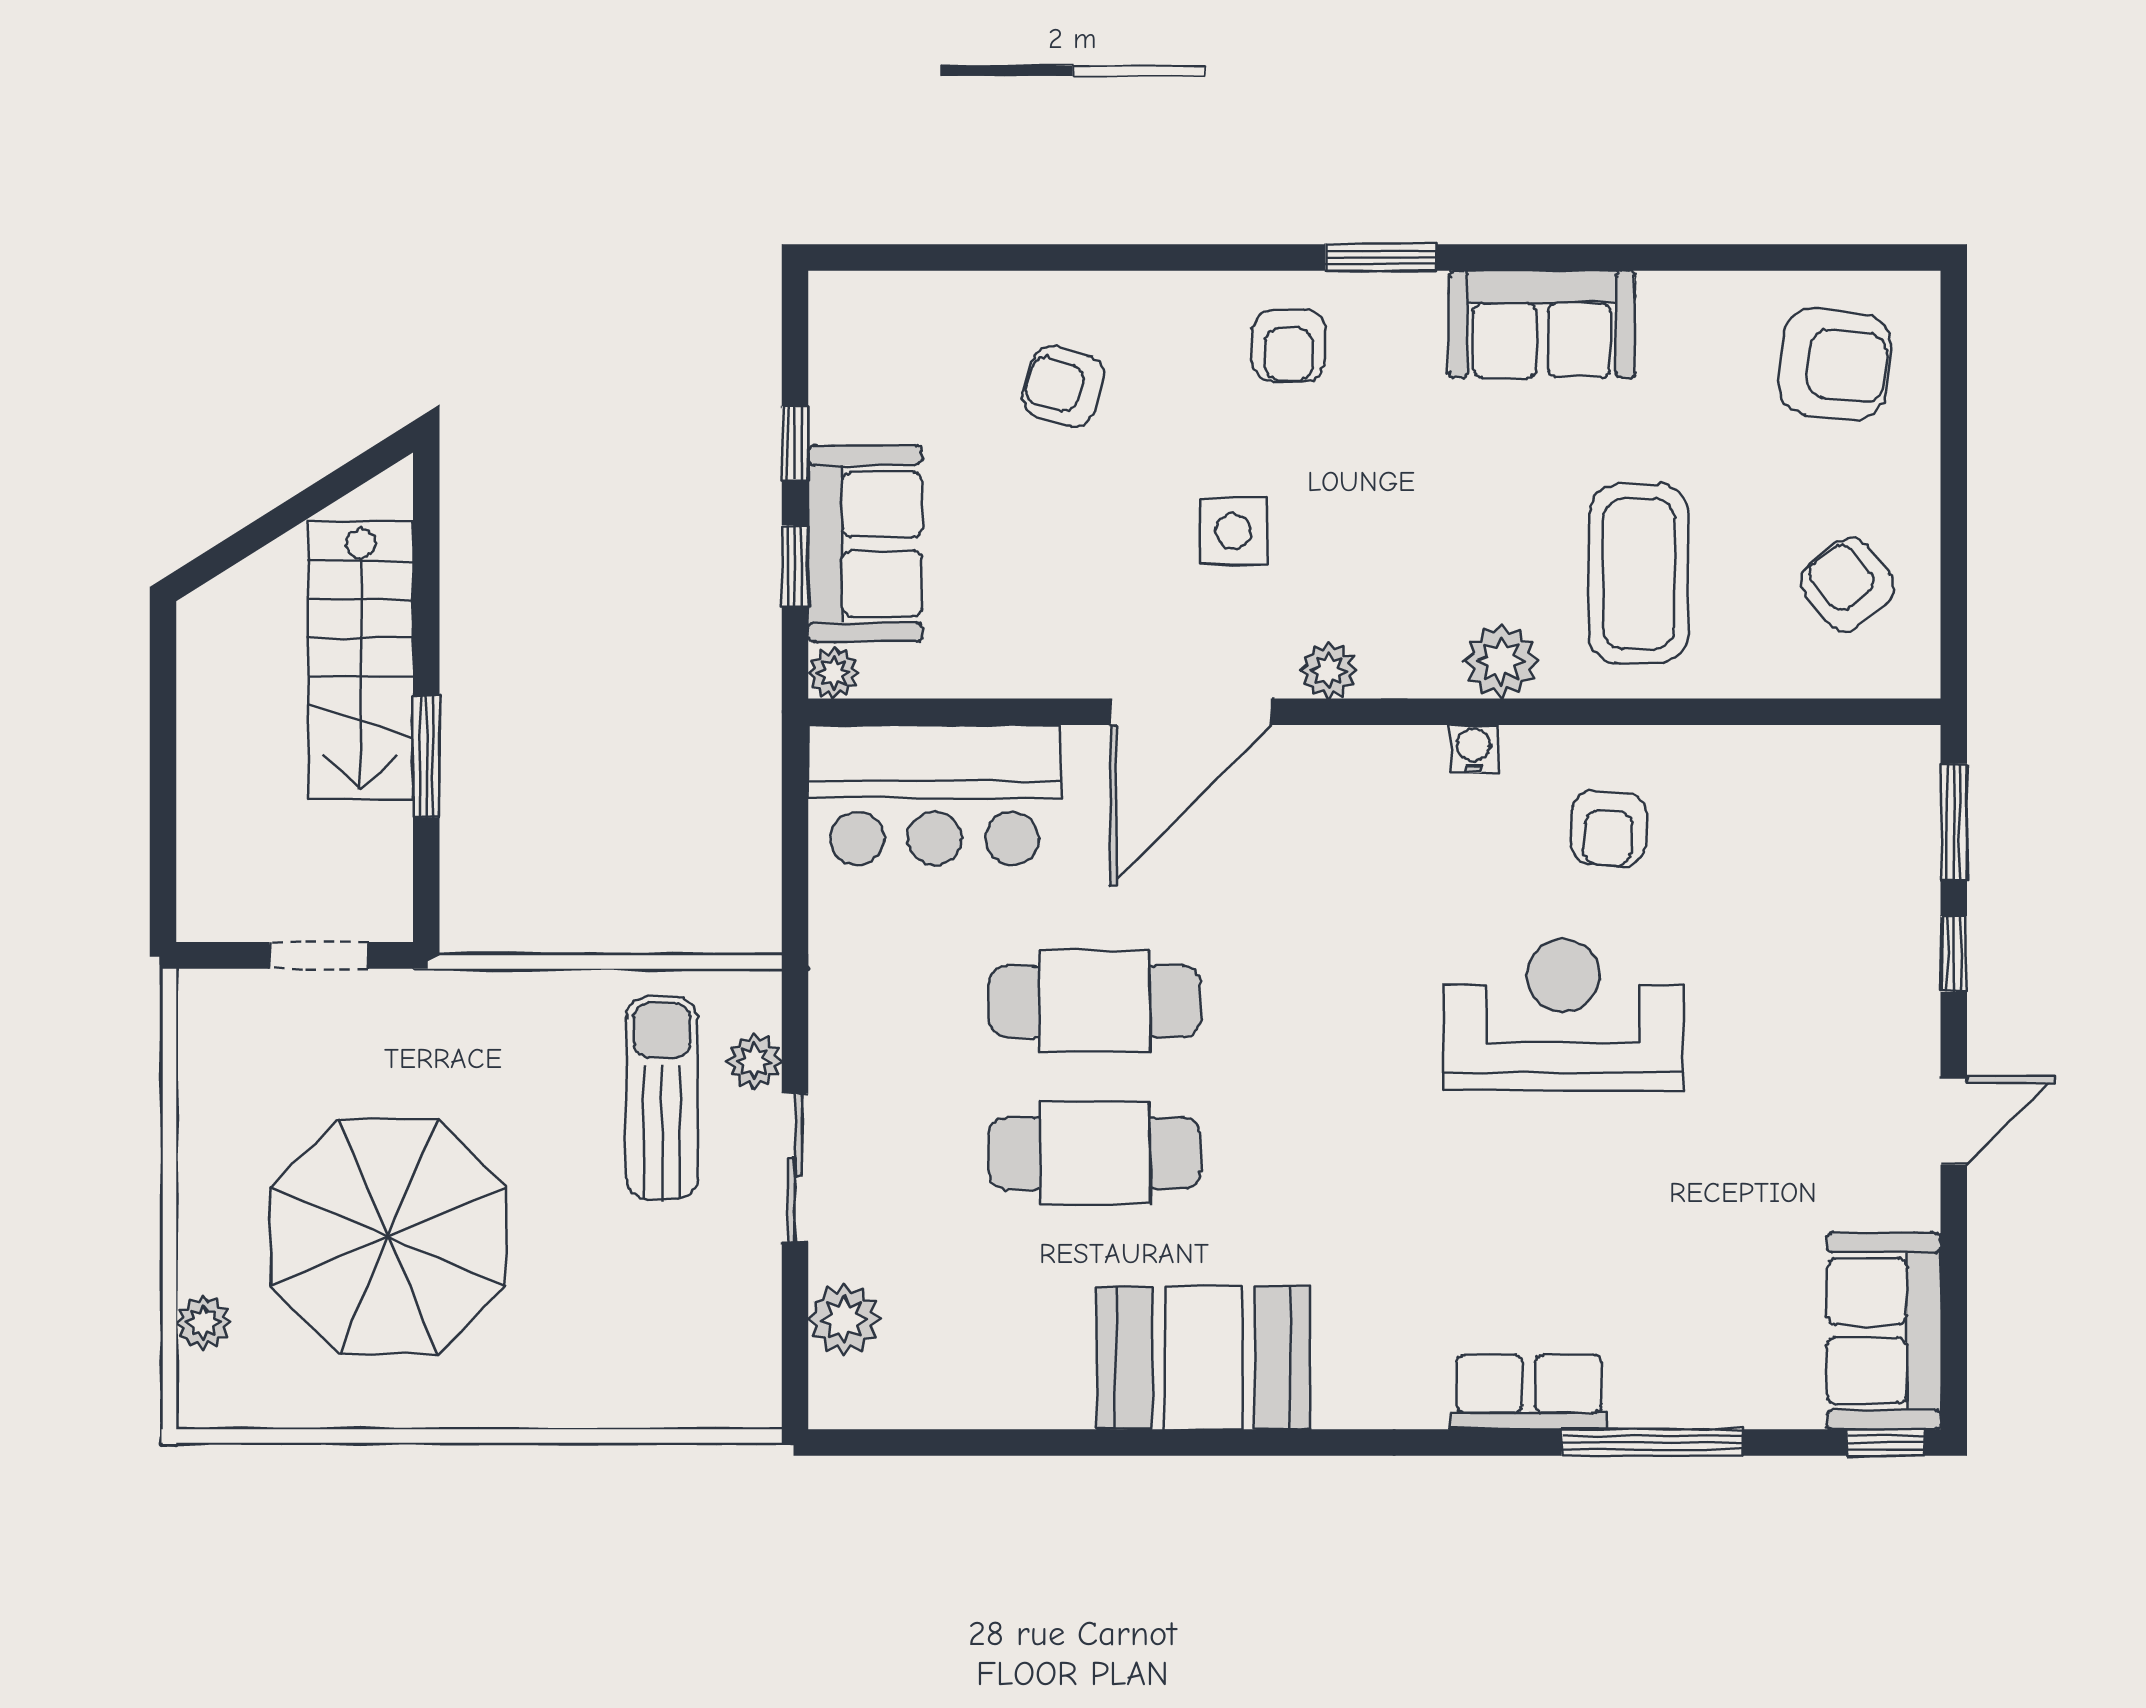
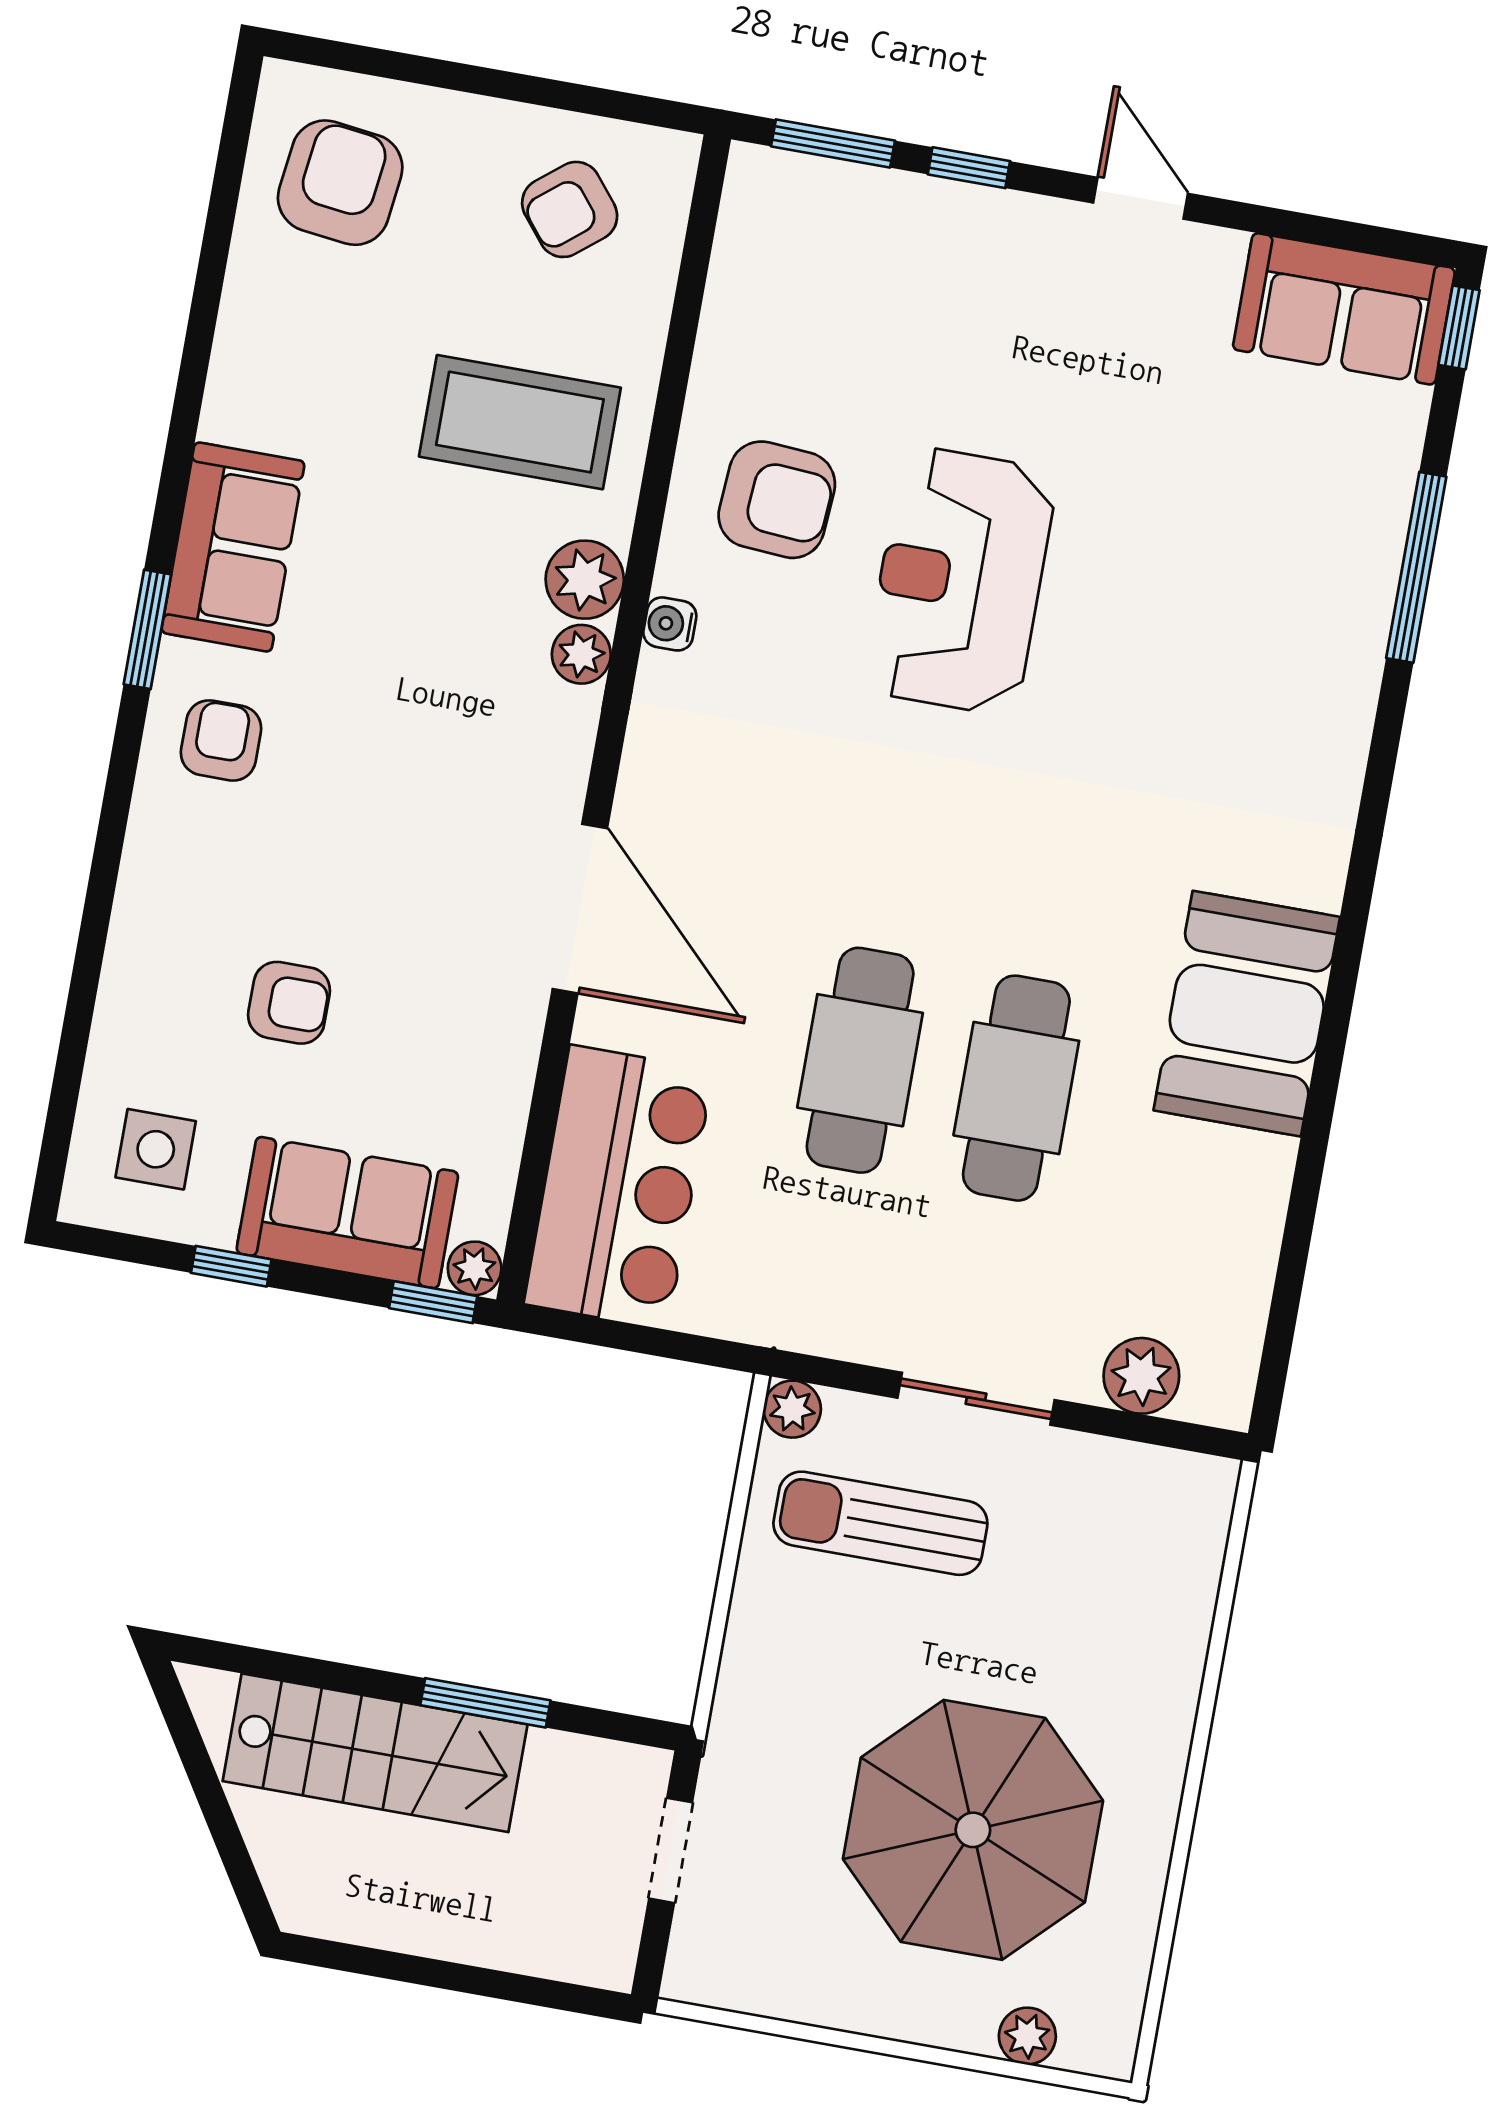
sofa: (1542, 324) -> (233, 547), moved
armchair: (1289, 345) -> (221, 740), turned -90
armchair: (1063, 387) -> (289, 1003), moved, turned -107
side table: (1234, 531) -> (156, 1149), moved
window: (795, 566) -> (433, 1302), moved
plant: (1329, 670) -> (581, 654), moved
armchair: (1609, 829) -> (777, 500), width x1.38, depth x1.38
plant: (755, 1061) -> (792, 1409), moved
row of seats: (1529, 1392) -> (1342, 685), removed

